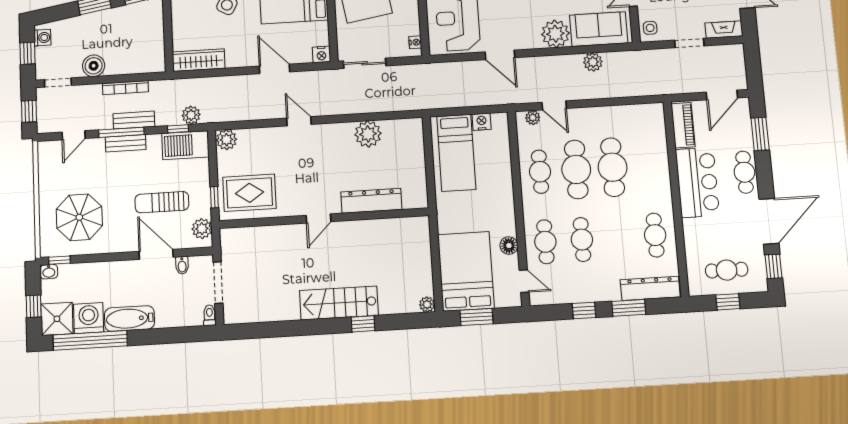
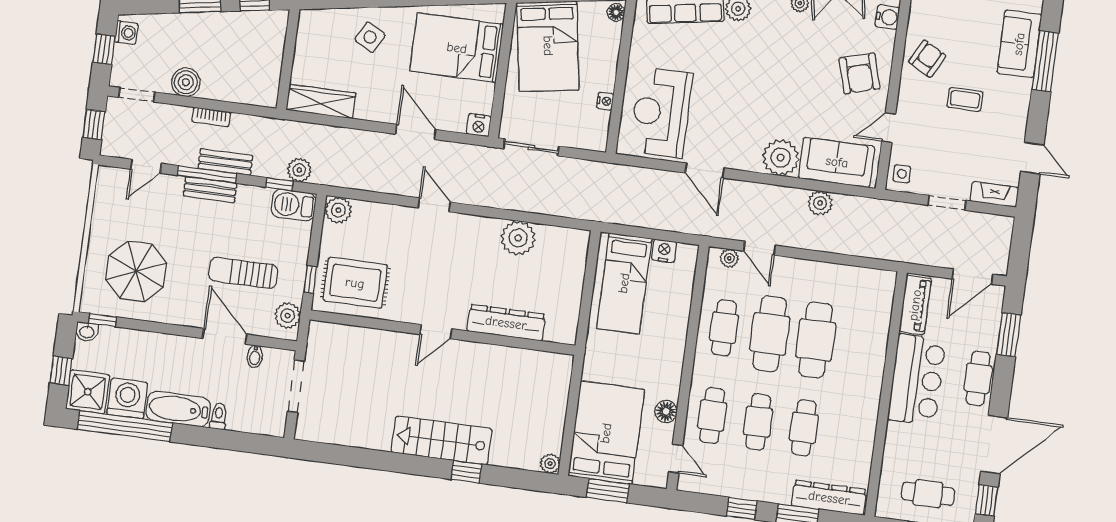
nightstand: (415, 42) -> (605, 101), moved
bookcase: (125, 88) -> (211, 117), width x0.64
barbecue: (185, 145) -> (294, 205), width x0.73, depth x0.83
cafe table: (655, 235) -> (804, 428), moved
toilet: (210, 315) -> (219, 416), moved

